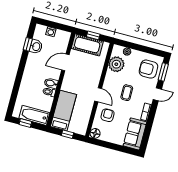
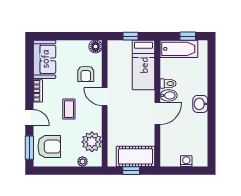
window: (28, 44) -> (211, 137), removed
washbasin: (36, 47) -> (200, 104), moved
door: (65, 62) -> (157, 114), moved
door: (157, 94) -> (29, 117), swing flipped

